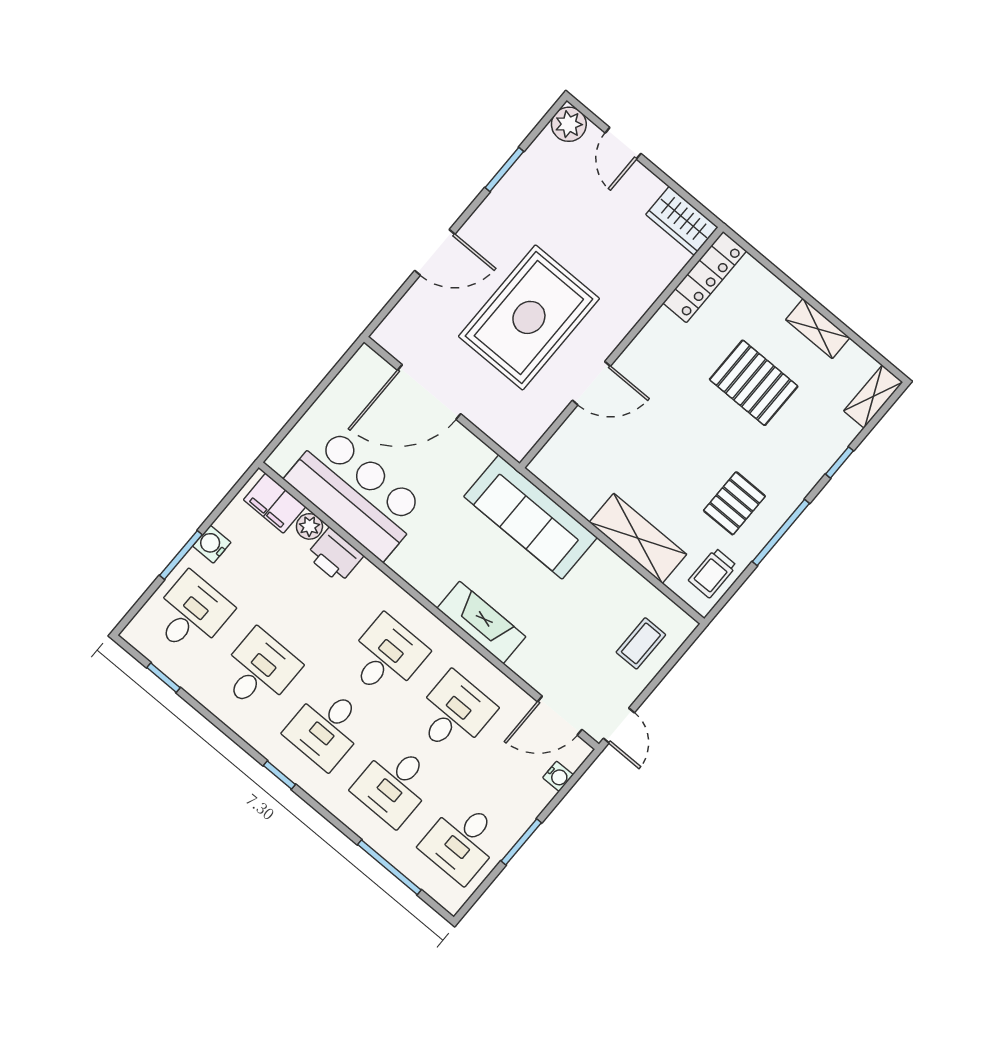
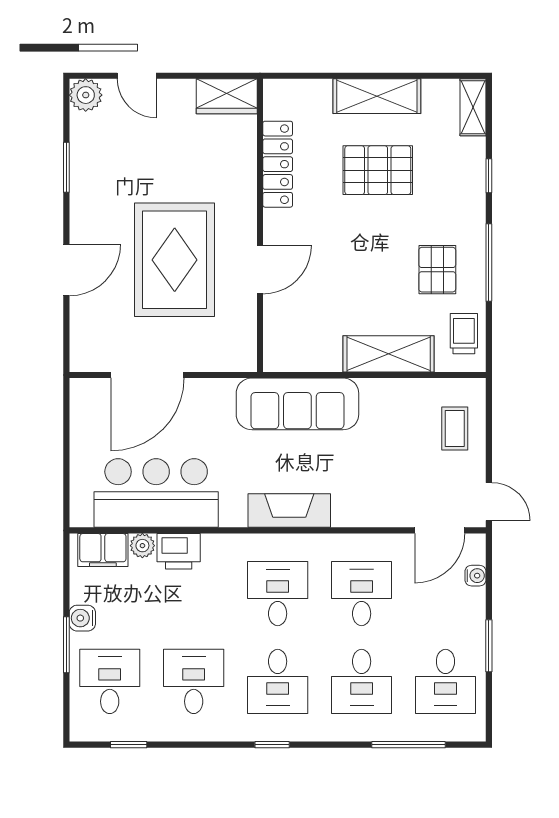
locker: (705, 277) -> (278, 164), moved
shelving: (818, 329) -> (377, 96), width x1.50, depth x1.33
trolley: (712, 573) -> (464, 334), turned 180
fireplace: (481, 622) -> (289, 511), moved

